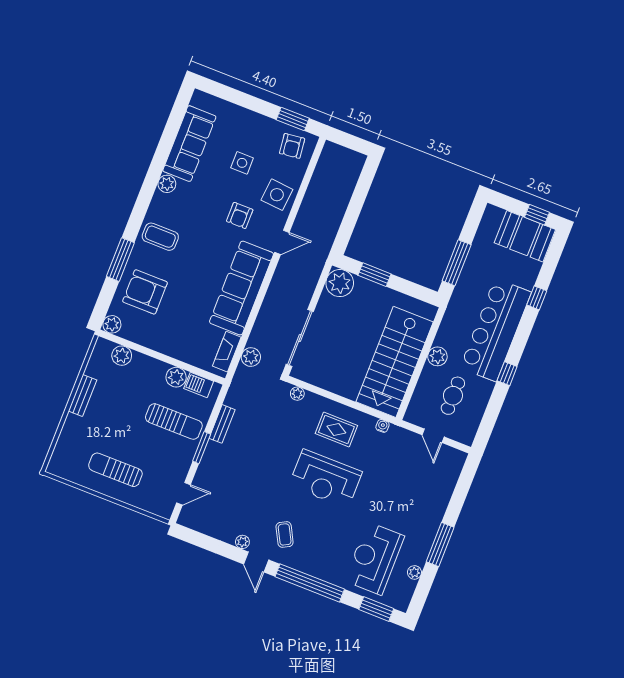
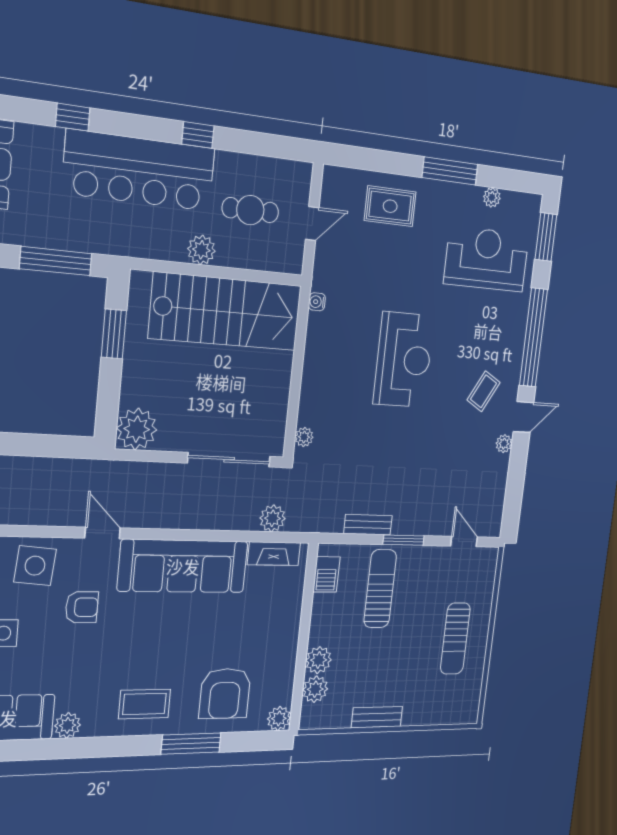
coffee table: (160, 237) -> (145, 704), turned 90
window: (375, 275) -> (114, 334), moved
plant: (176, 377) -> (319, 660), moved
rug: (336, 430) -> (390, 206), moved, turned 90
coffee table: (285, 534) -> (484, 391), turned -32
reception desk: (374, 558) -> (487, 259), turned 180

